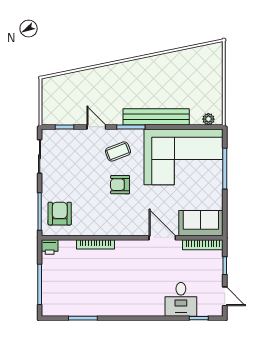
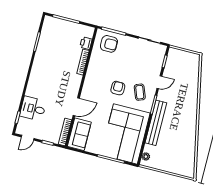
printer: (50, 247) -> (86, 43), moved

